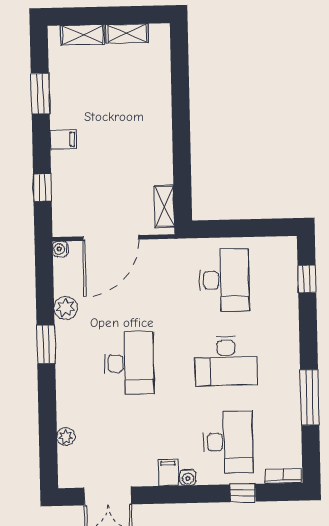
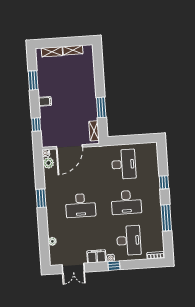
window: (182, 157) -> (101, 107), added
window: (307, 279) -> (164, 182), moved
plant: (66, 308) -> (48, 163), moved
desk: (129, 363) -> (80, 205), turned 90
filing cabinet: (168, 473) -> (97, 256), width x2.00
window: (243, 493) -> (114, 266), moved

